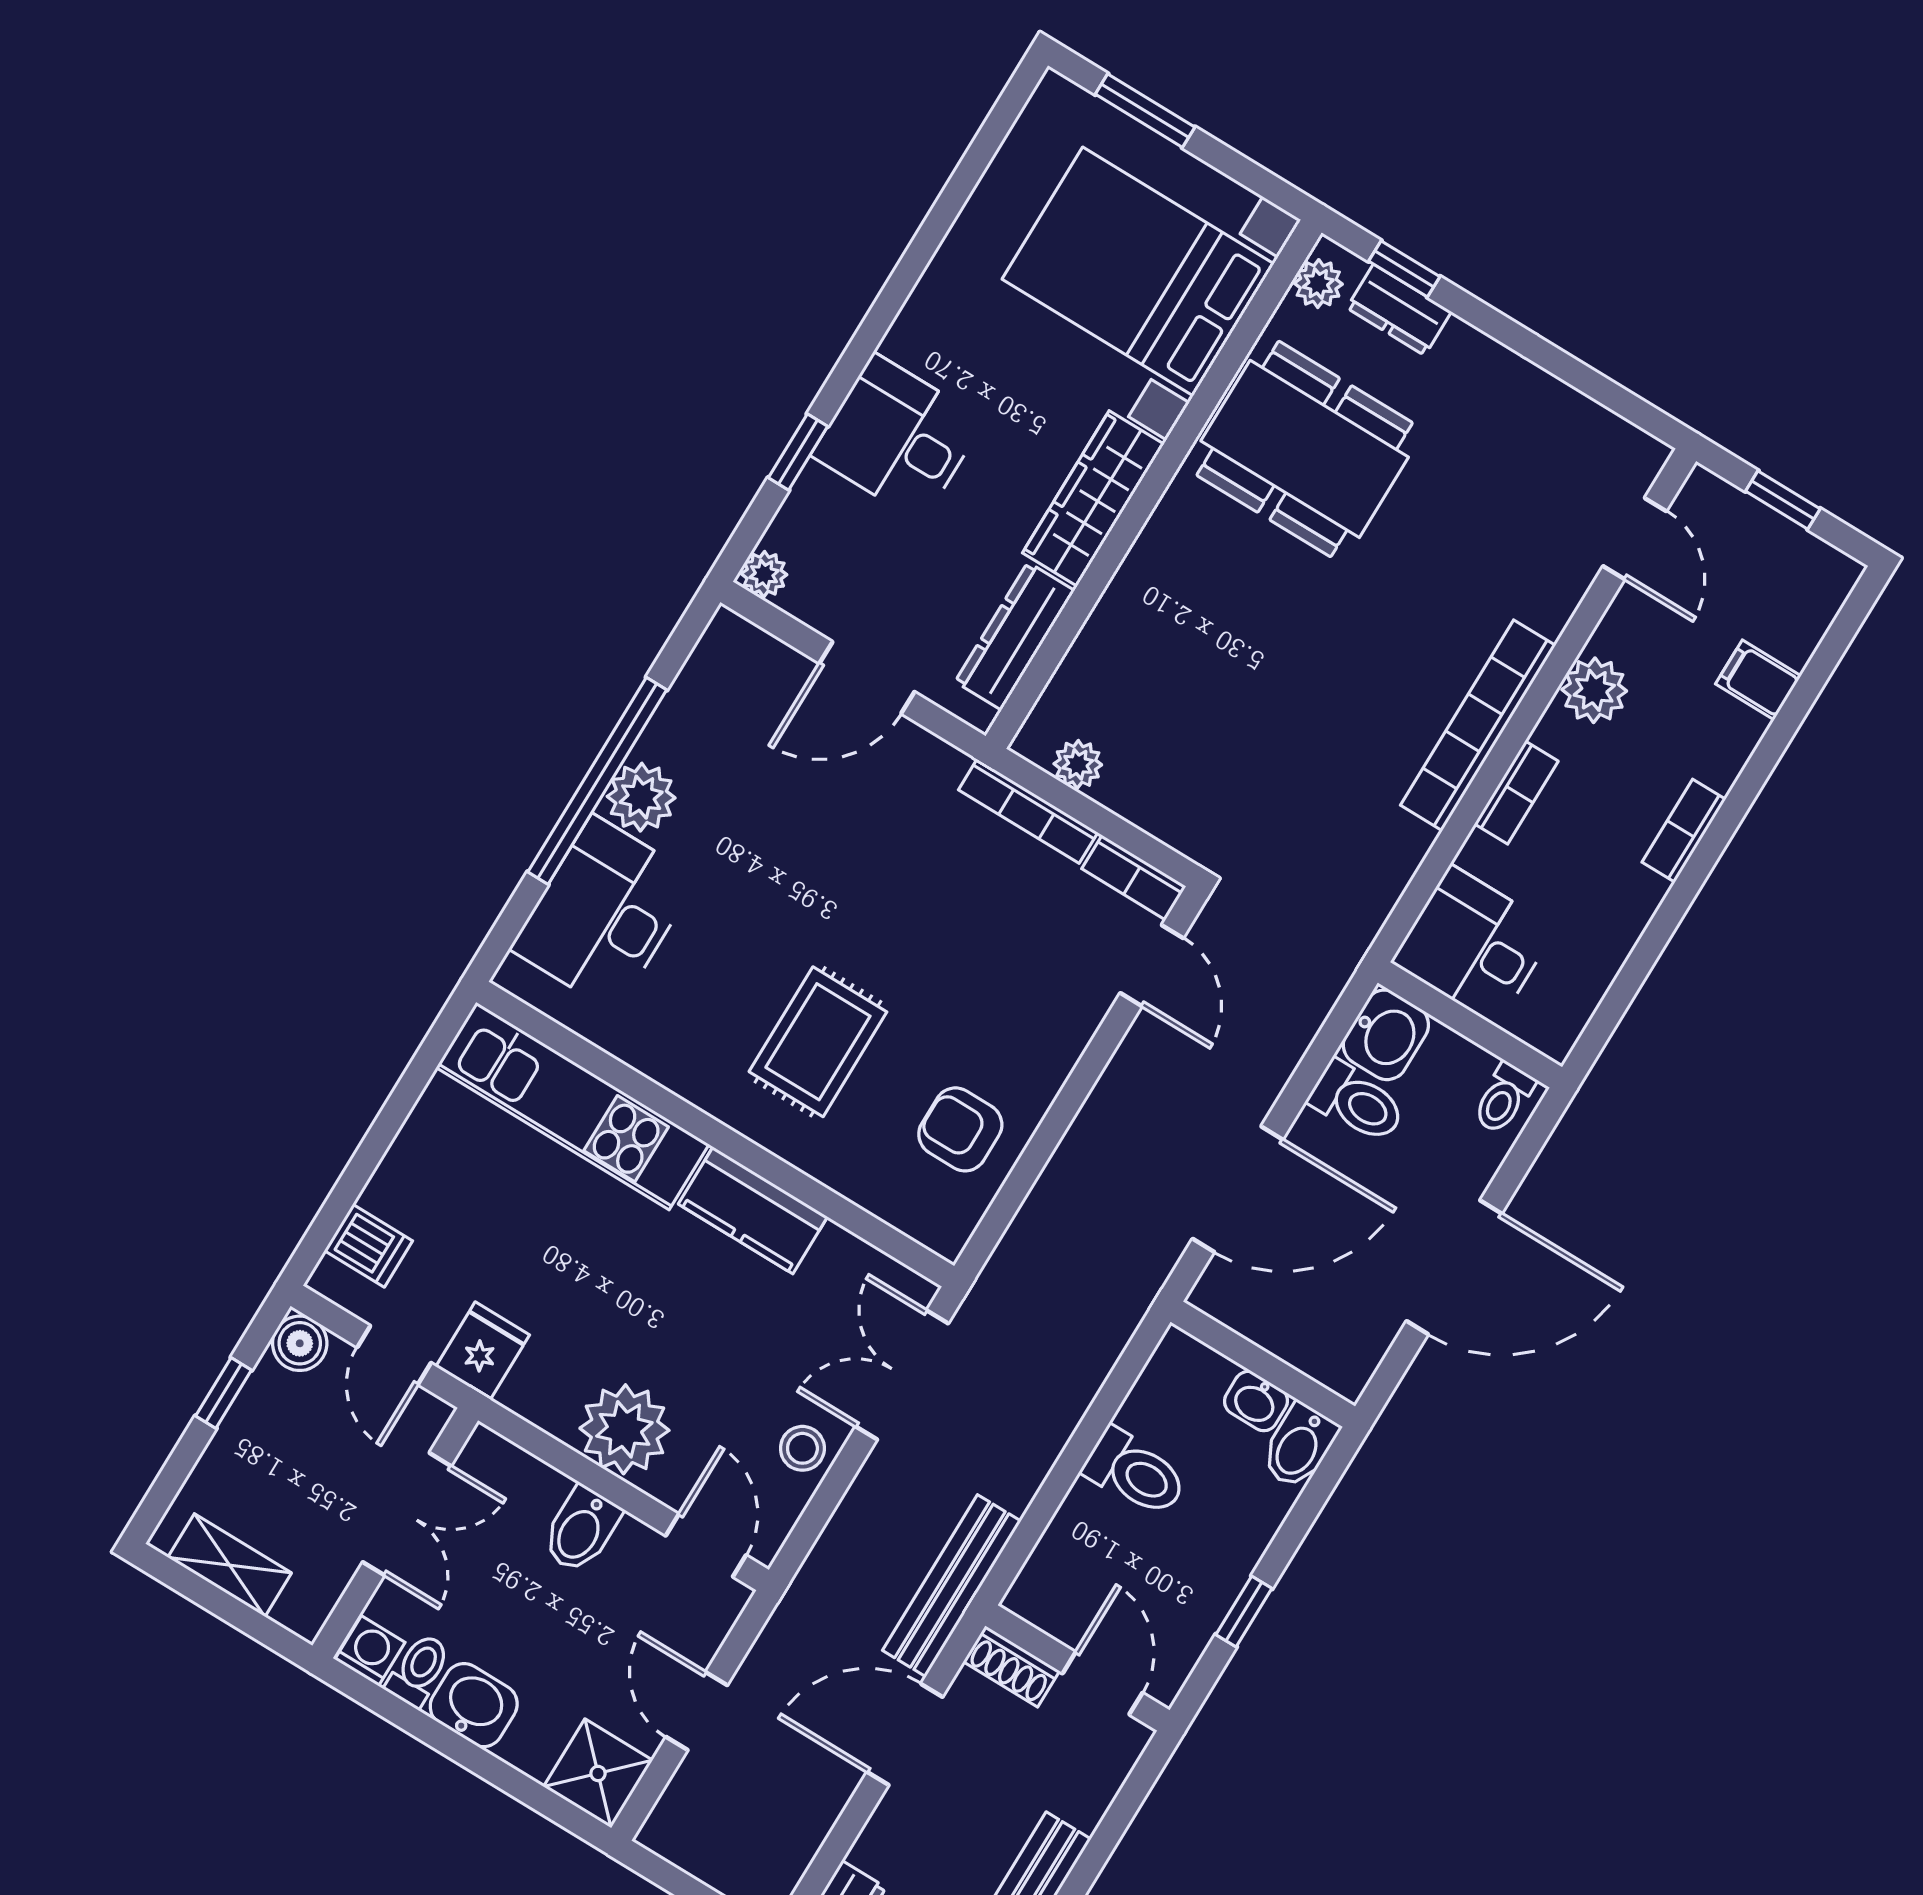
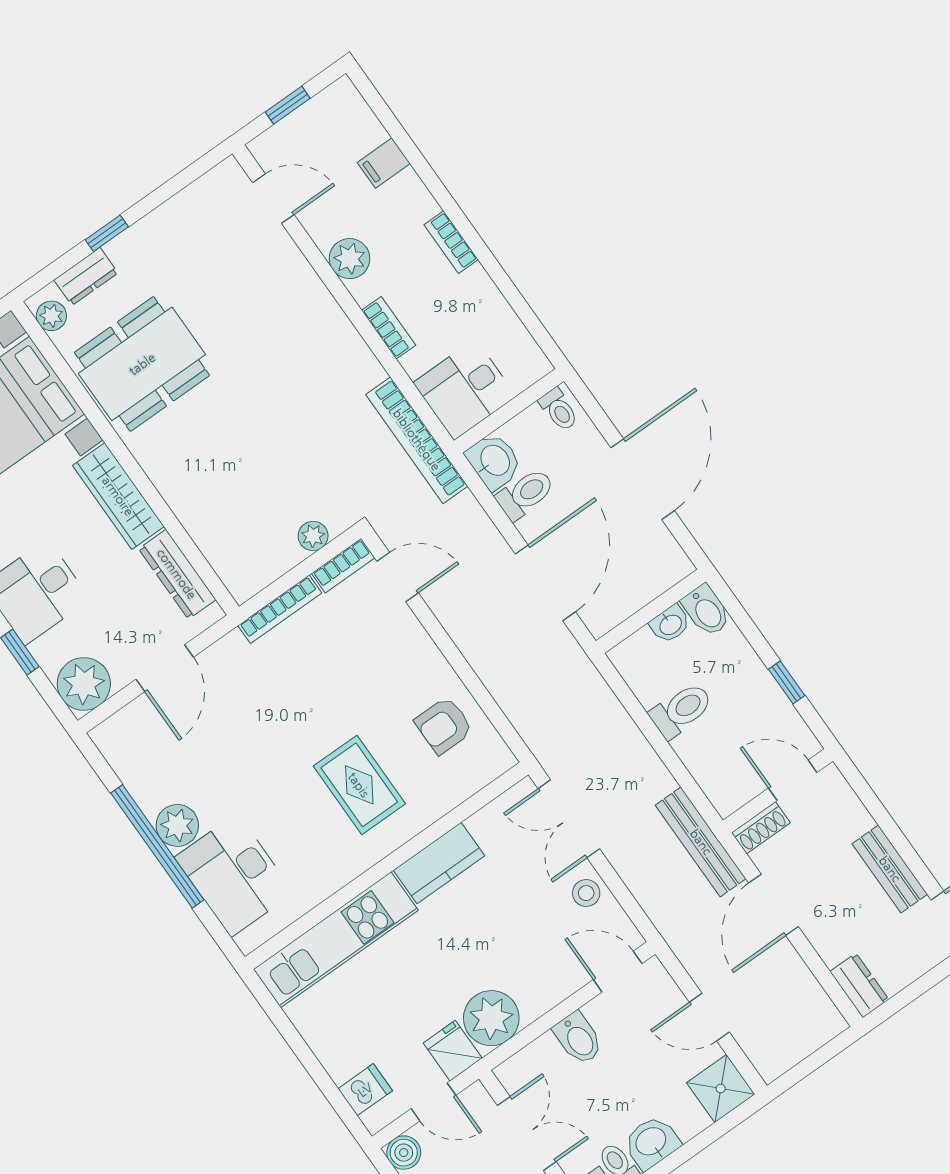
window: (1404, 269) -> (107, 233), moved
plant: (764, 574) -> (84, 684), width x1.87, depth x1.87
bookcase: (1478, 725) -> (417, 440), moved
plant: (1078, 764) -> (313, 536), moved
plant: (624, 1429) -> (491, 1018), moved

